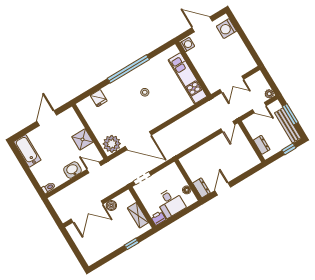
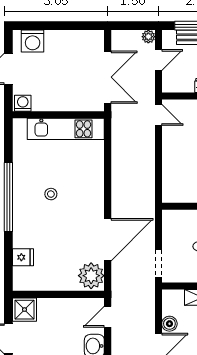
double door: (232, 84) -> (108, 77), width x1.37
shower: (83, 139) -> (25, 310), moved

